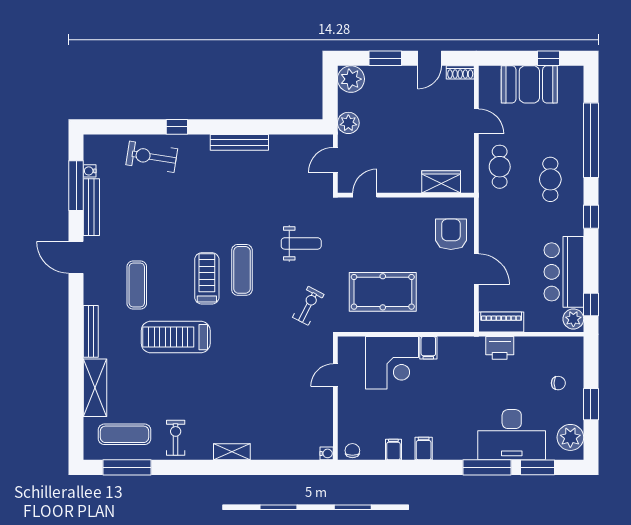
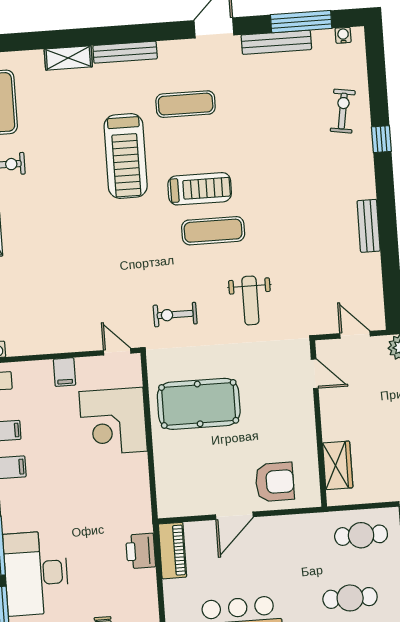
bench: (239, 142) -> (369, 226), width x0.73
exercise bike: (152, 157) -> (343, 111), width x0.73, depth x0.72
water cooler: (90, 171) -> (343, 35), moved
pool table: (383, 292) -> (199, 404), turned 90
exercise bike: (308, 306) -> (175, 315), turned 153
treadmill: (176, 337) -> (126, 156), turned 180
filing cabinet: (428, 348) -> (64, 372), moved, turned -90
door: (335, 375) -> (117, 352), moved
shelving: (95, 388) -> (68, 58), width x0.67, depth x0.75

